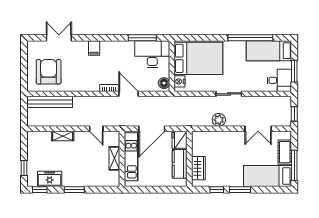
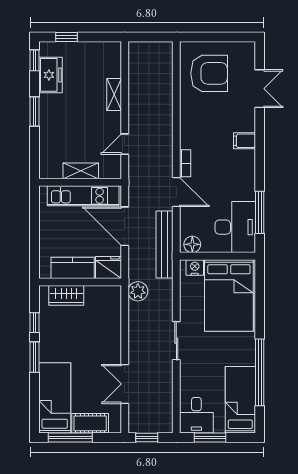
door: (129, 94) -> (176, 192), hinge flipped
bench: (50, 102) -> (164, 244), moved
plant: (219, 120) -> (138, 291), moved

